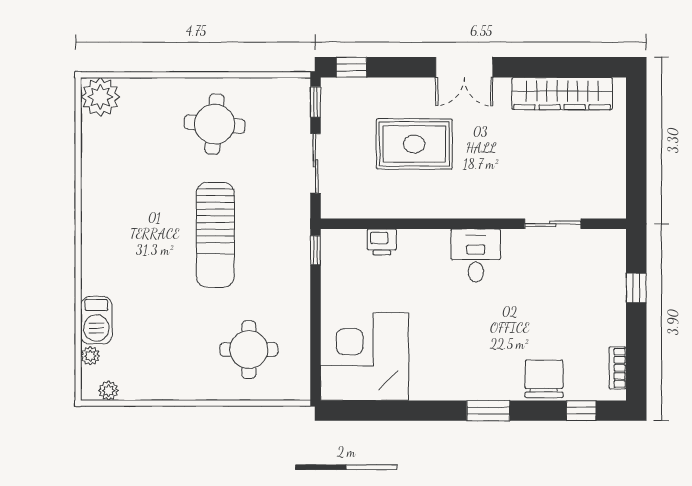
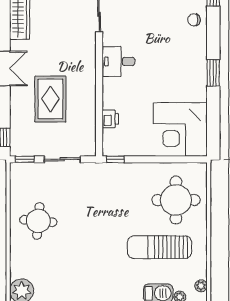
sun lounger: (215, 235) -> (160, 247), moved, turned 180
round table: (249, 350) -> (176, 200), width x1.36, depth x1.36
chair: (544, 379) -> (194, 20), width x0.54, depth x0.54
window: (488, 411) -> (213, 73), moved

